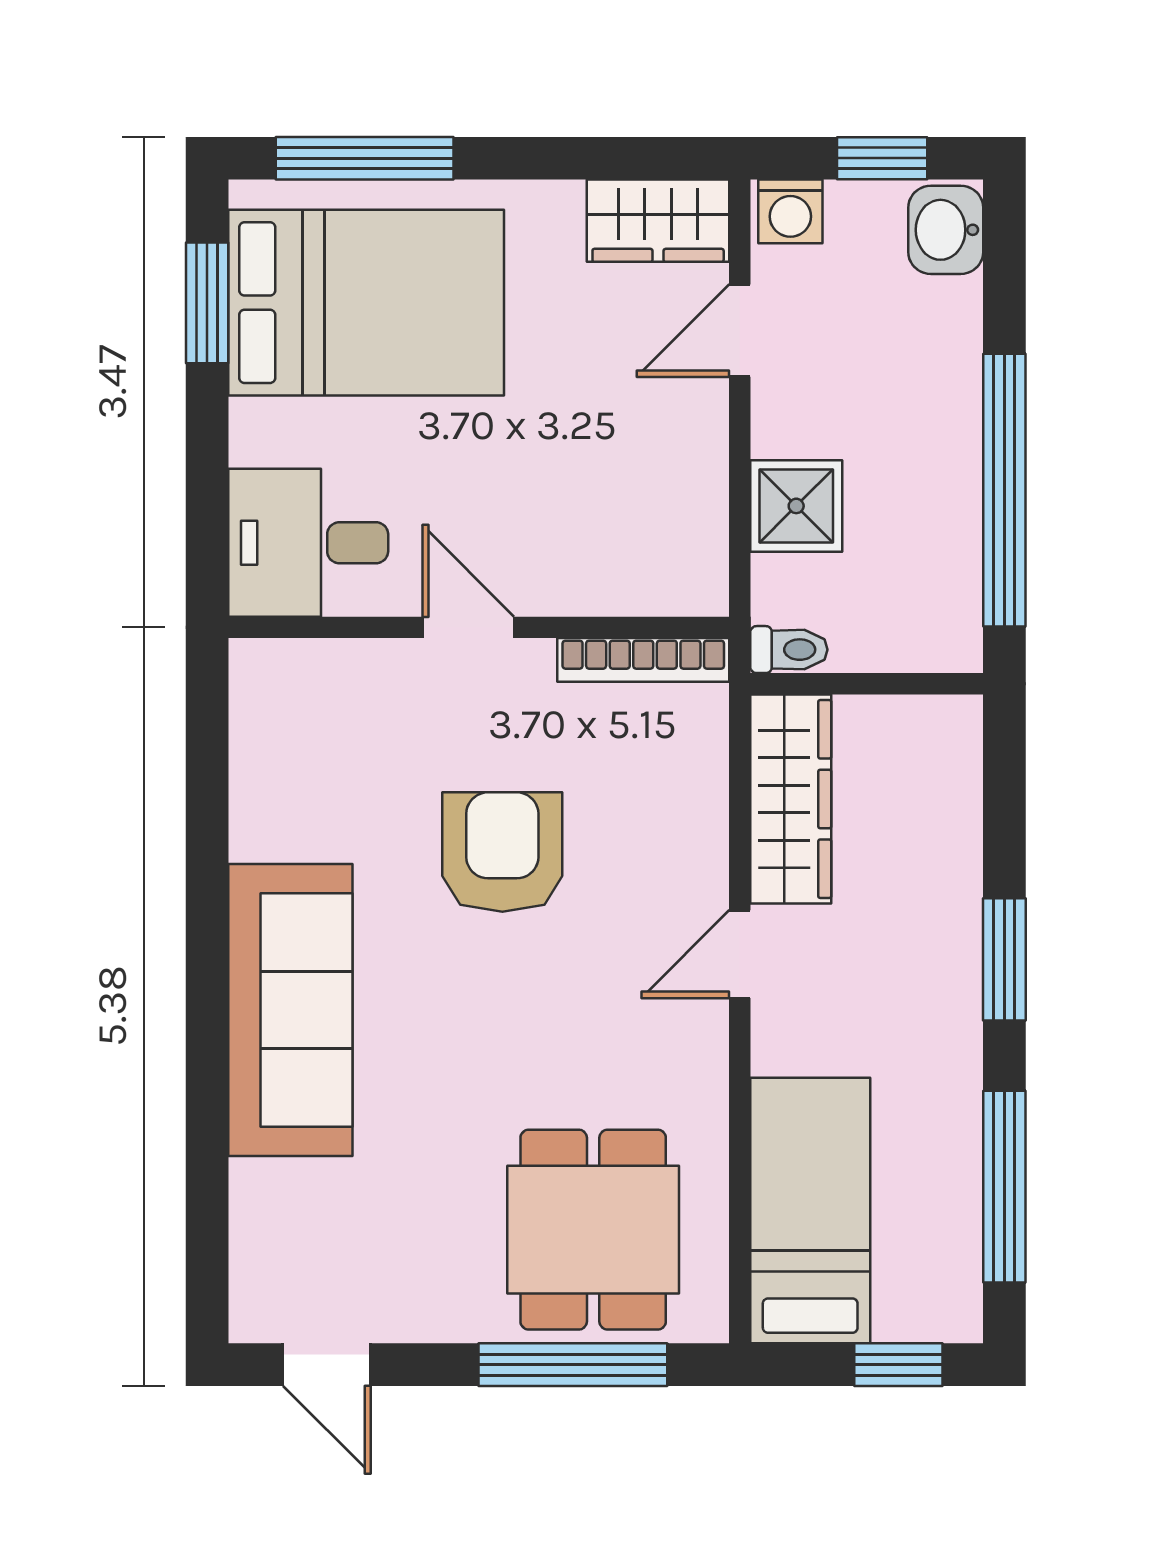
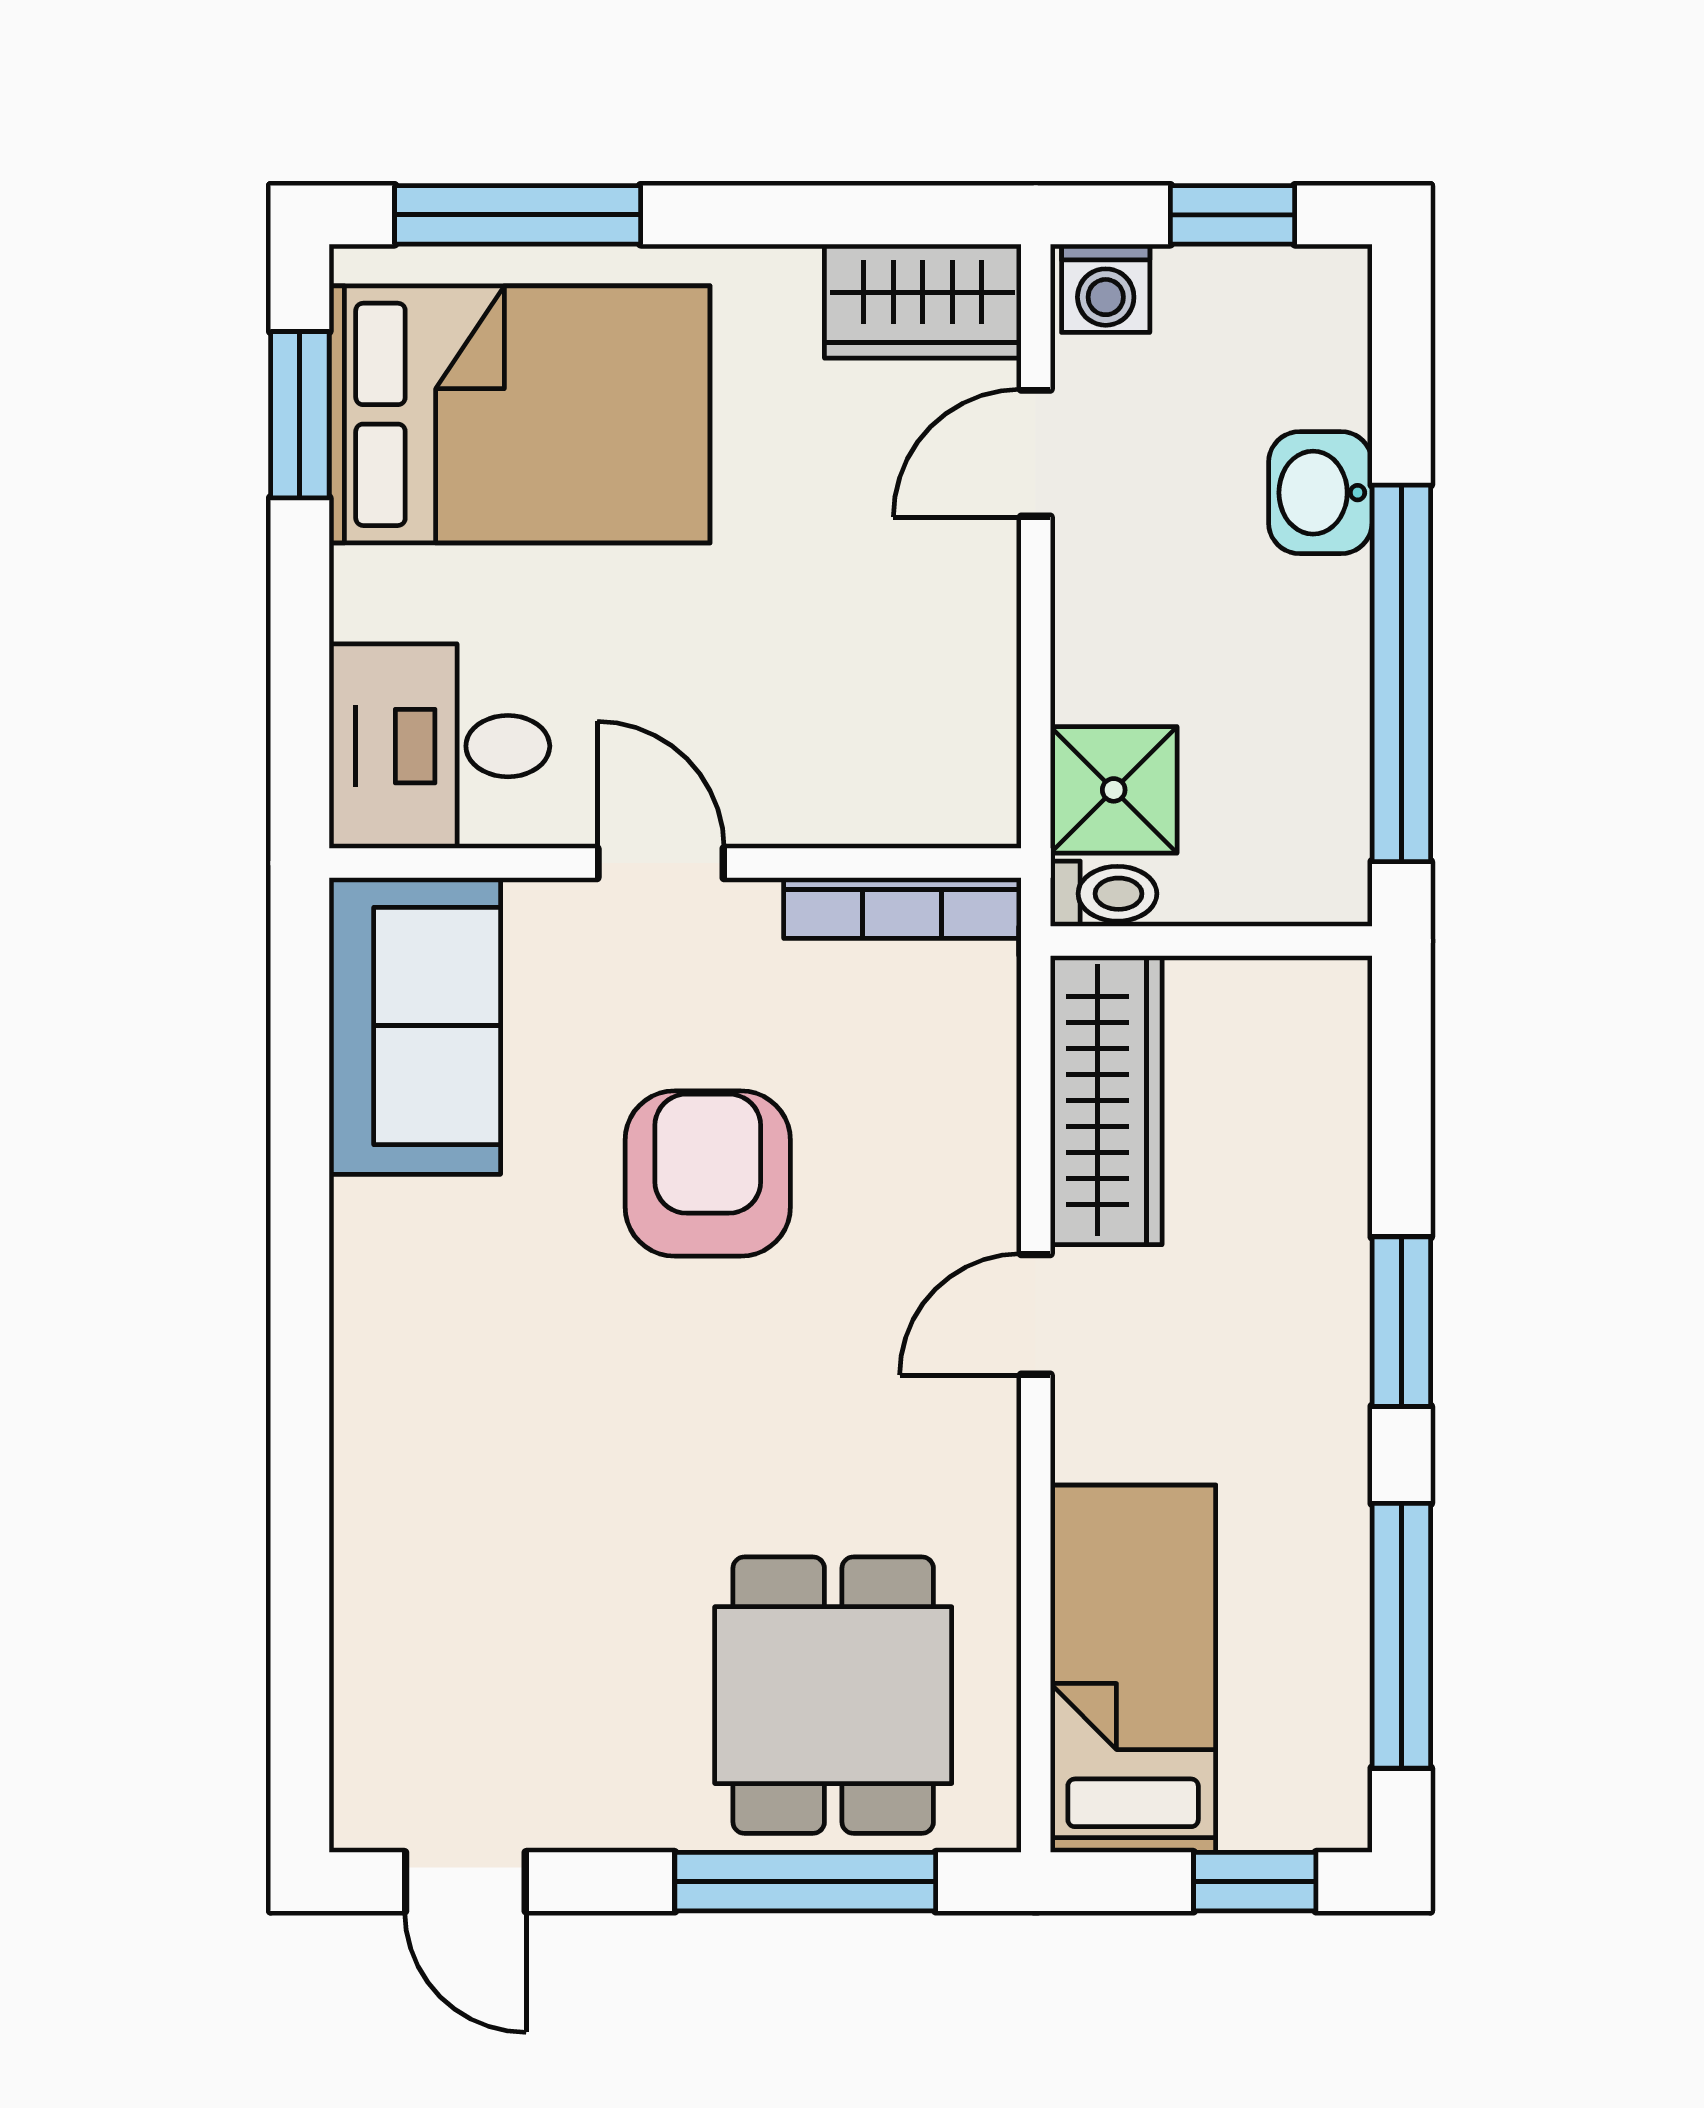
washbasin: (946, 230) -> (1320, 493), moved
shower: (796, 506) -> (1114, 790), moved
sofa: (290, 1010) -> (415, 1026), moved, width x0.73

